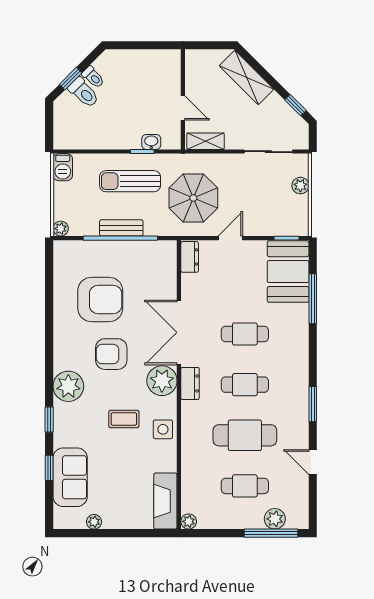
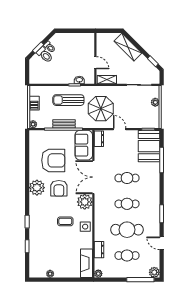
barbecue: (63, 167) -> (34, 103), moved
door: (230, 238) -> (120, 129), hinge flipped
armchair: (111, 354) -> (59, 188), turned -90
dresser: (190, 383) -> (99, 250), moved
plant: (68, 386) -> (37, 188), moved
sofa: (70, 477) -> (84, 145), moved, turned 180
plant: (275, 519) -> (154, 272), moved

